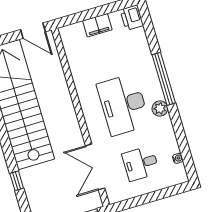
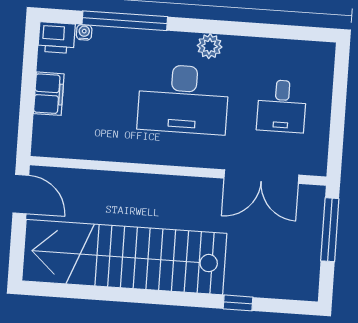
door: (33, 31) -> (21, 194), hinge flipped
window: (164, 79) -> (125, 21), moved
water cooler: (178, 158) -> (84, 32), moved

